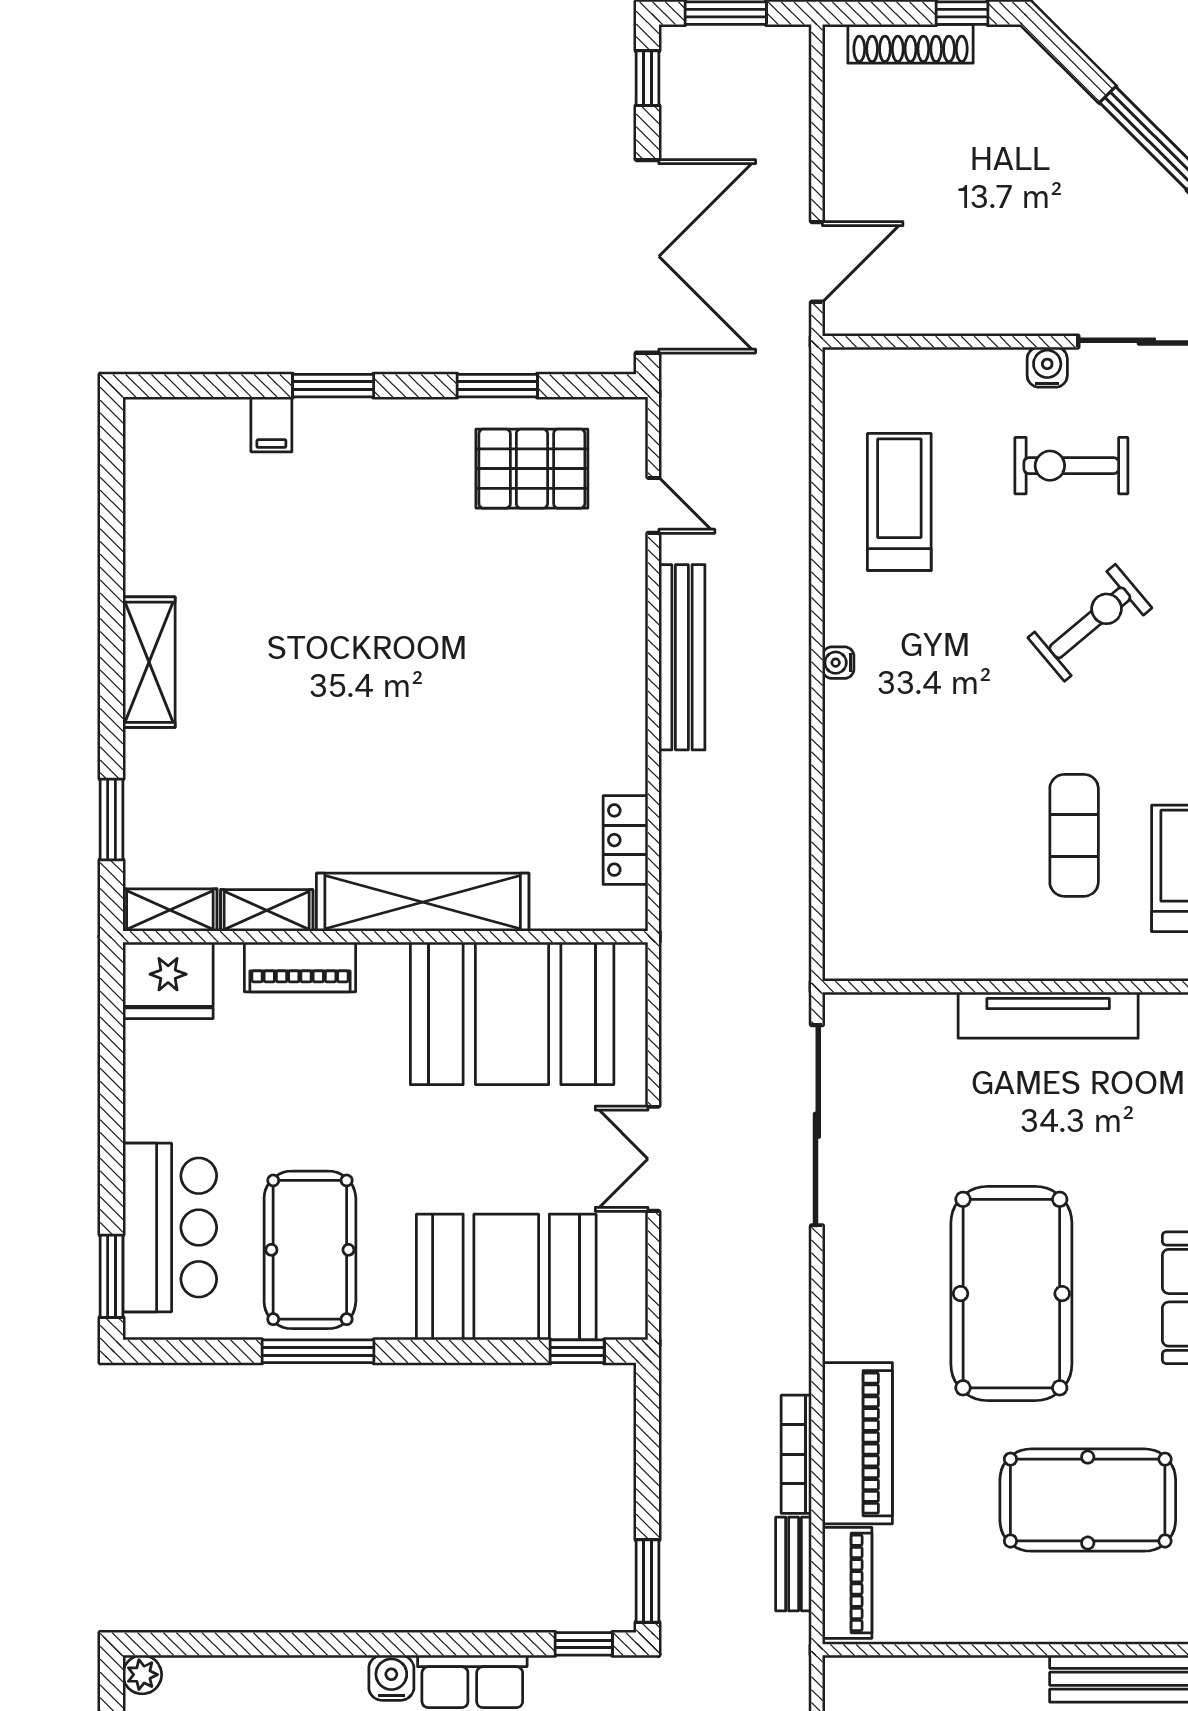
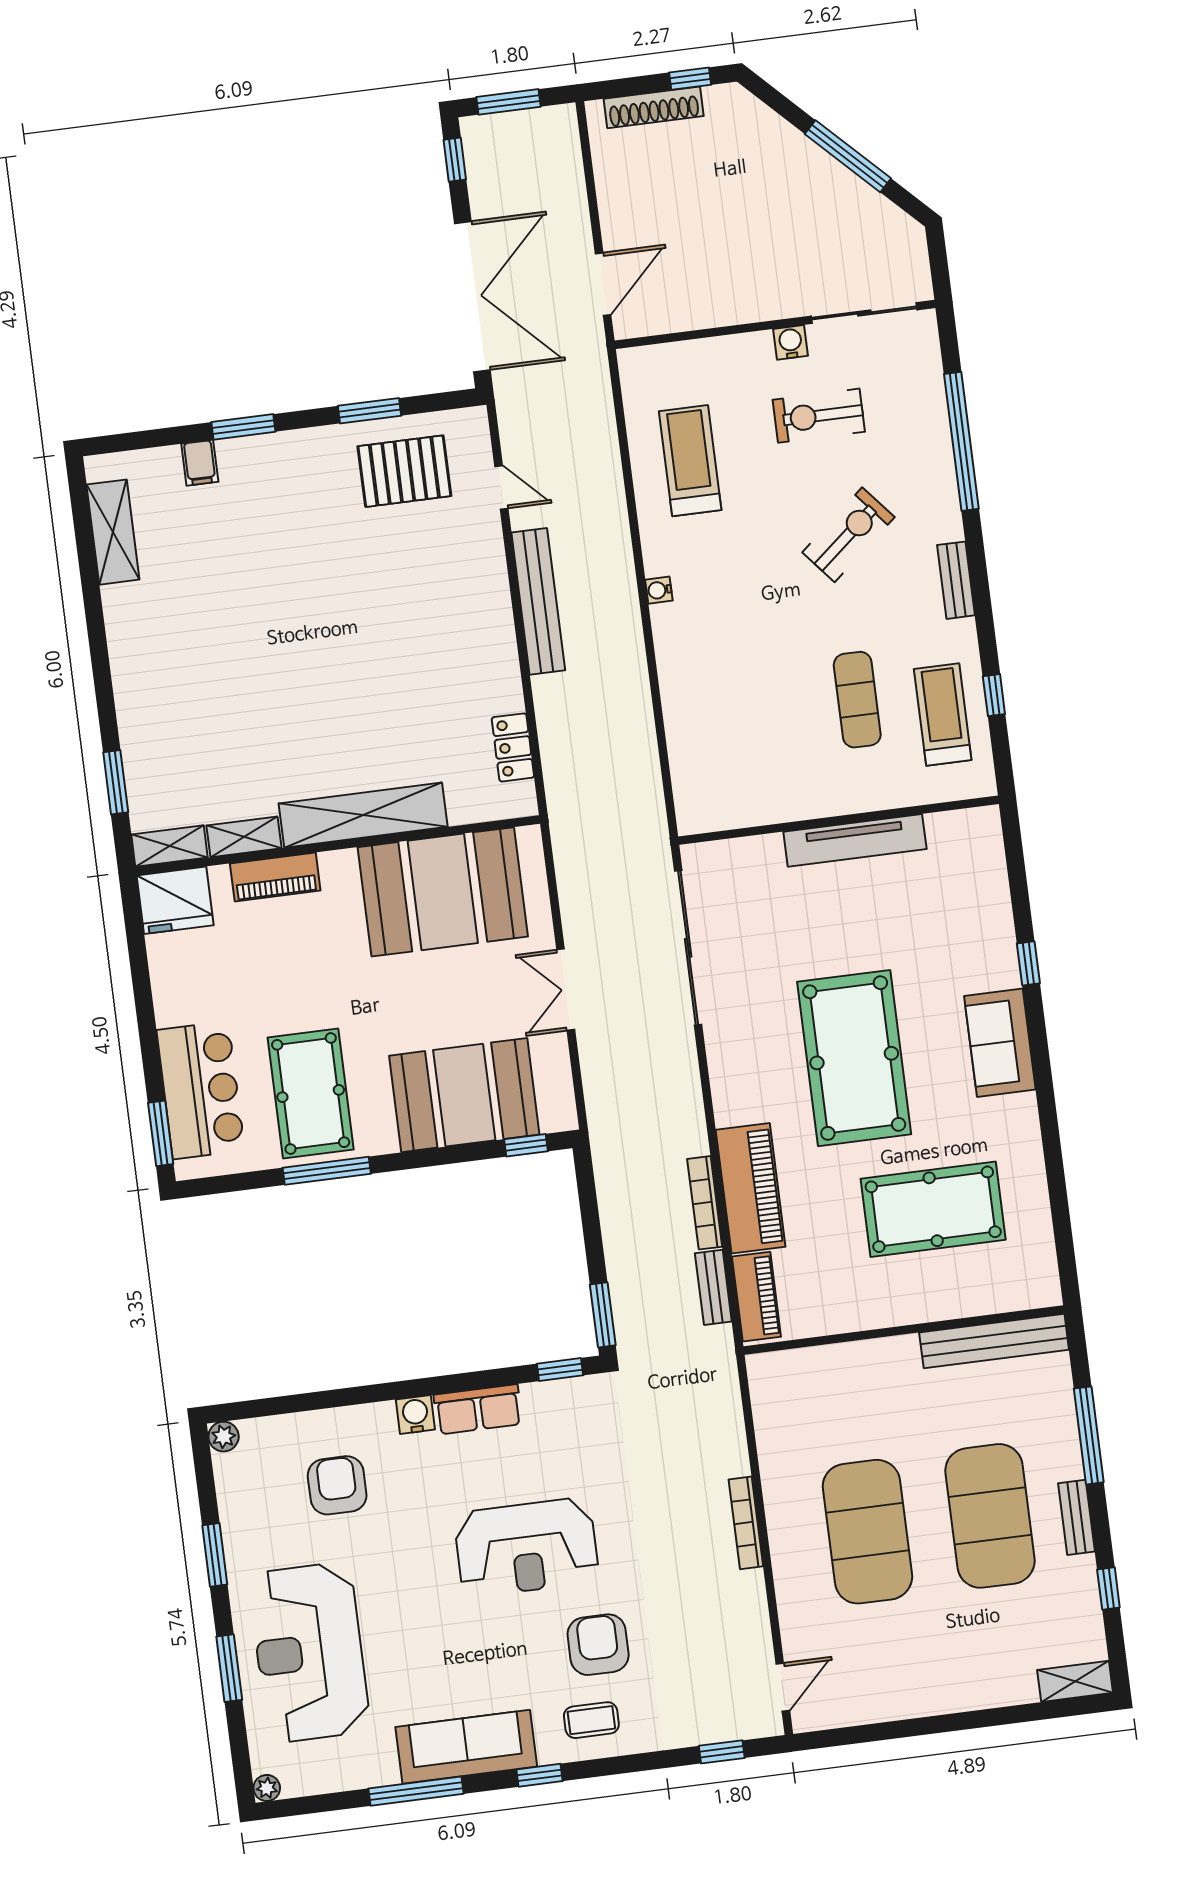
shelving: (149, 662) -> (113, 532), moved

